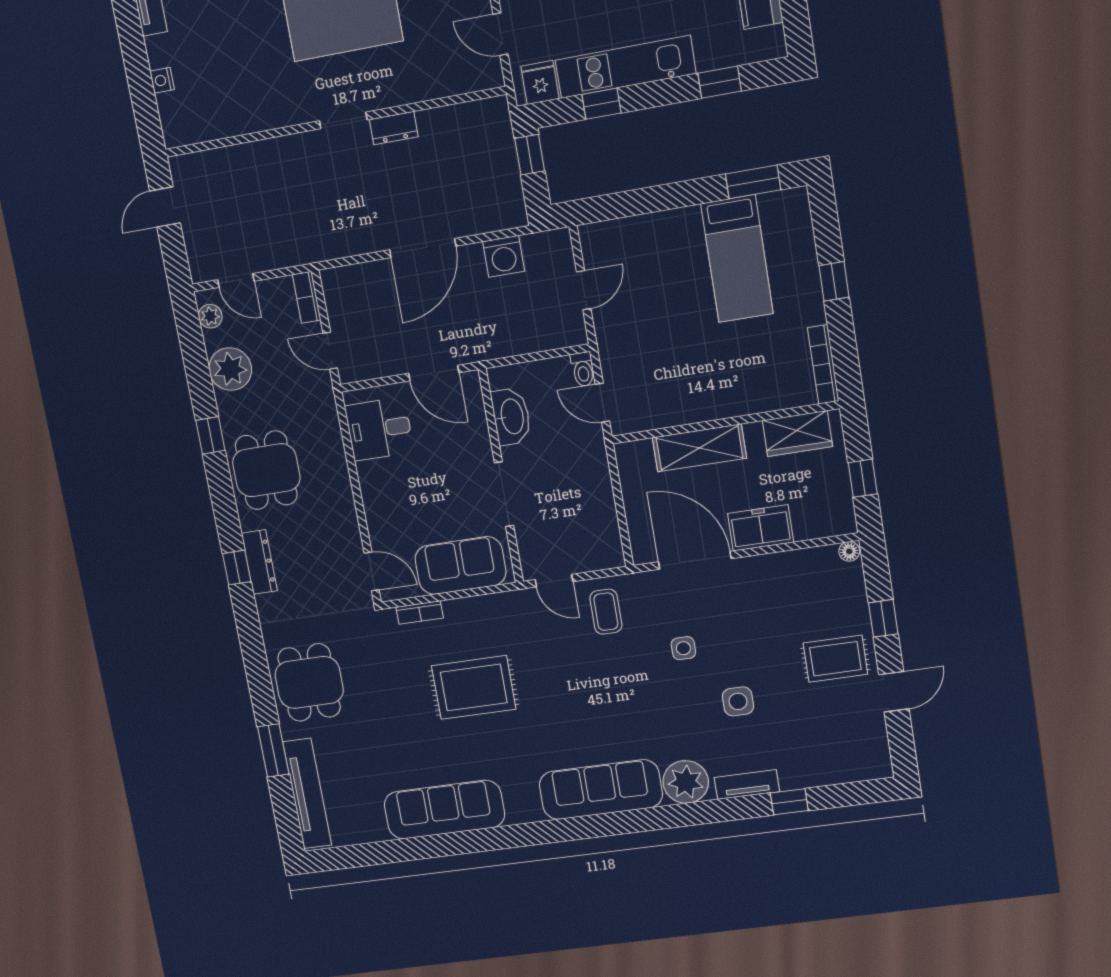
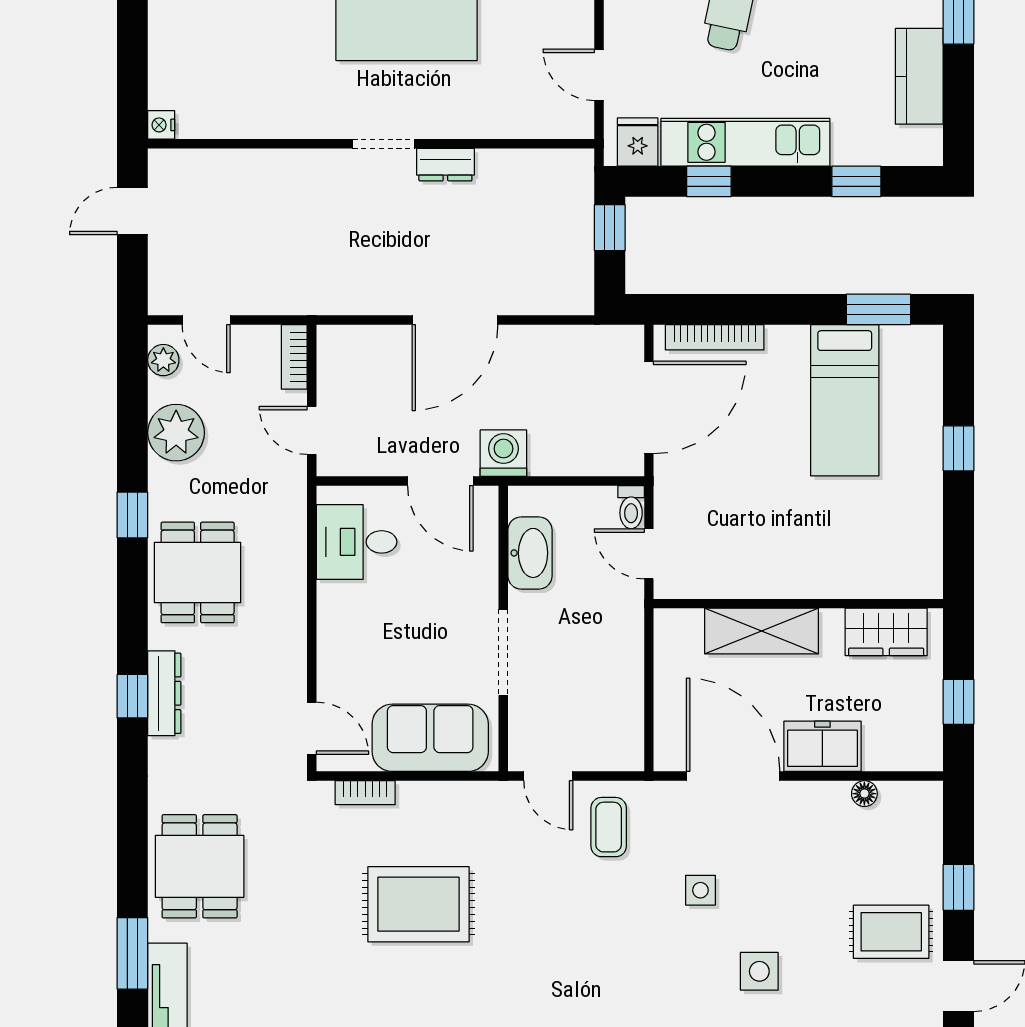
nightstand: (162, 80) -> (161, 125), moved
washing machine: (504, 256) -> (503, 453), moved, turned 180
door: (584, 290) -> (649, 407), width x1.87
bookcase: (823, 364) -> (715, 337), moved, turned -90
floor lamp: (849, 551) -> (864, 794), moved

